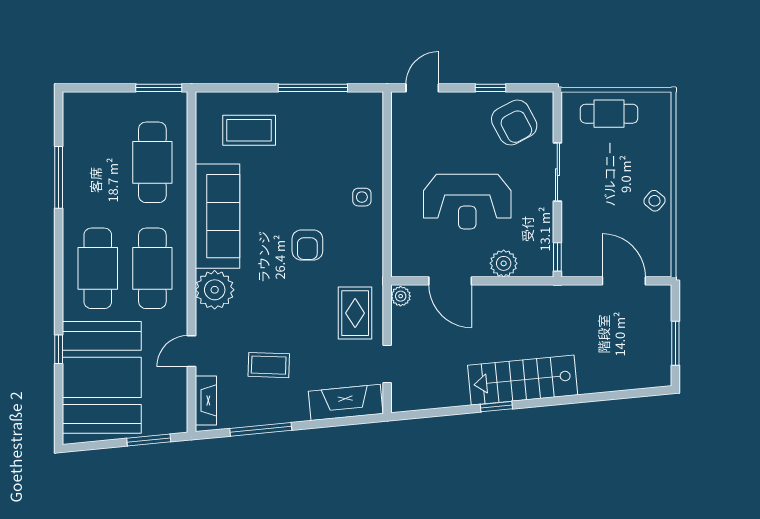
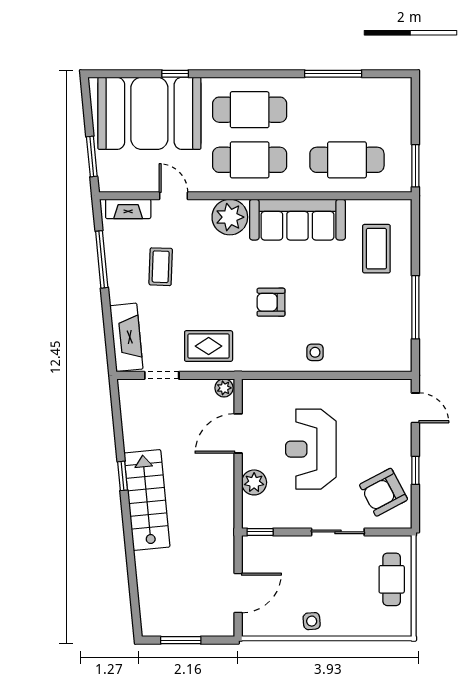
side table: (654, 201) -> (312, 621), turned 45

